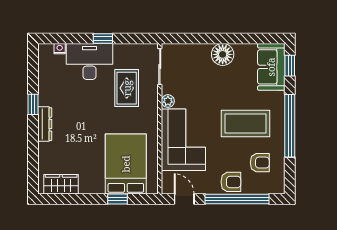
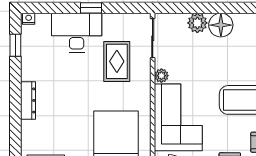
nightstand: (60, 49) -> (29, 19), moved
plant: (201, 53) -> (197, 23), added
window: (33, 104) -> (15, 45), moved

